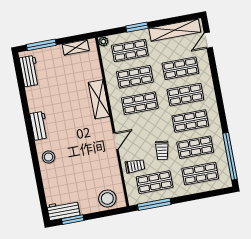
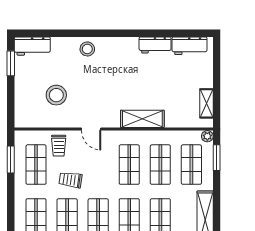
window: (137, 27) -> (217, 158), moved
window: (41, 45) -> (217, 65), removed
workbench: (39, 126) -> (155, 45), moved
stool: (107, 199) -> (56, 95), moved
window: (154, 204) -> (11, 159), width x0.69
workbench: (63, 210) -> (32, 46), moved, turned 90

